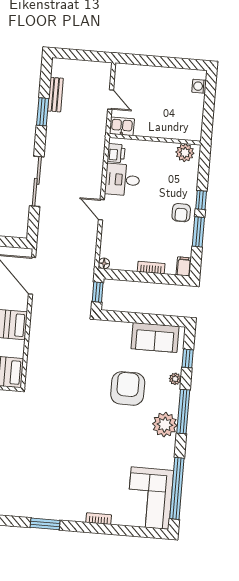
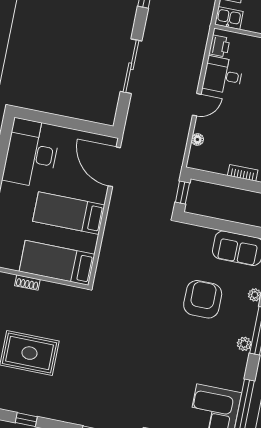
door: (101, 210) -> (197, 105), swing flipped
floor lamp: (104, 263) -> (197, 139), moved
plant: (165, 425) -> (244, 344), width x0.53, depth x0.53

